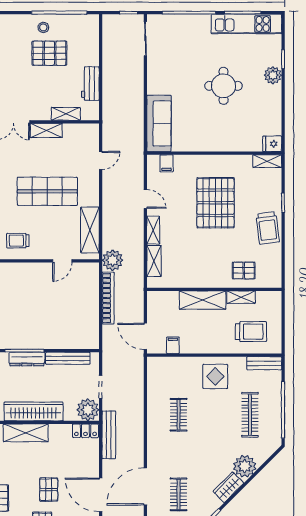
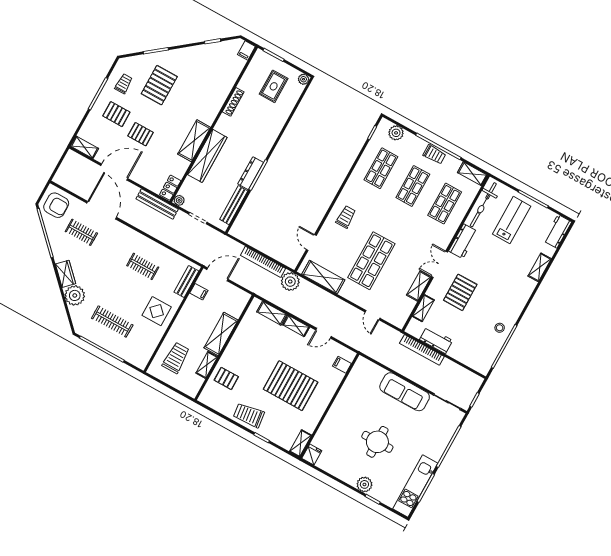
pallet: (49, 53) -> (460, 292), moved
bookcase: (108, 92) -> (422, 350), added
sofa: (159, 123) -> (405, 392), moved
pallet: (244, 270) -> (226, 378), turned 90
trolley: (251, 332) -> (176, 358), turned 180
bench: (264, 363) -> (186, 282), moved
plant: (88, 410) -> (179, 200), width x0.53, depth x0.53

